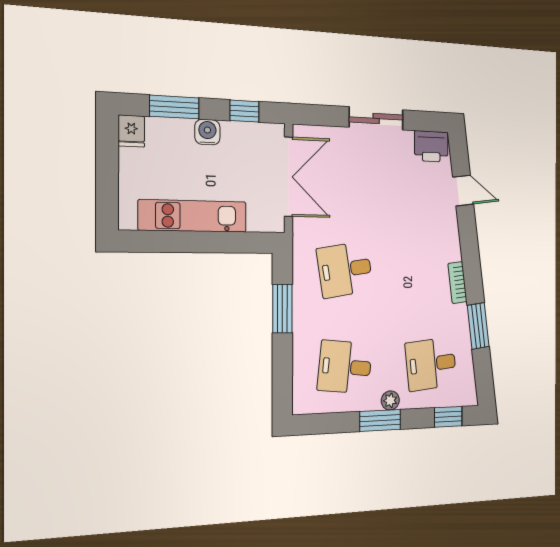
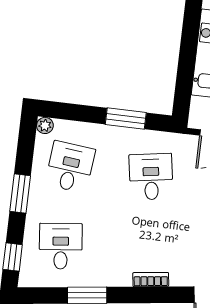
bookcase: (457, 283) -> (151, 279), moved
plant: (390, 400) -> (45, 125), moved

